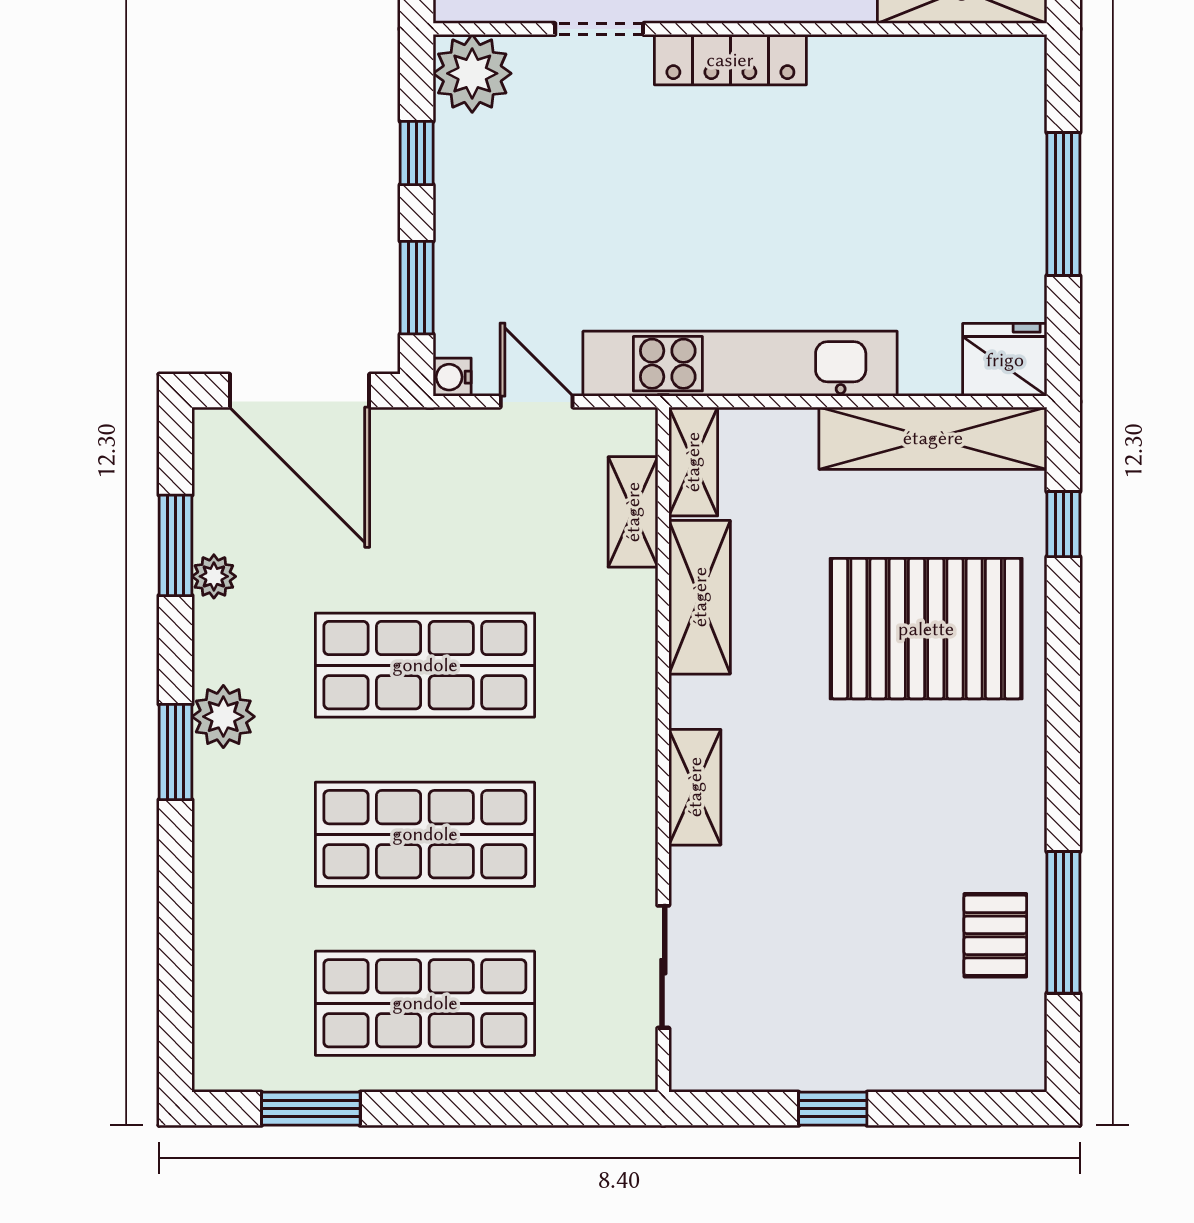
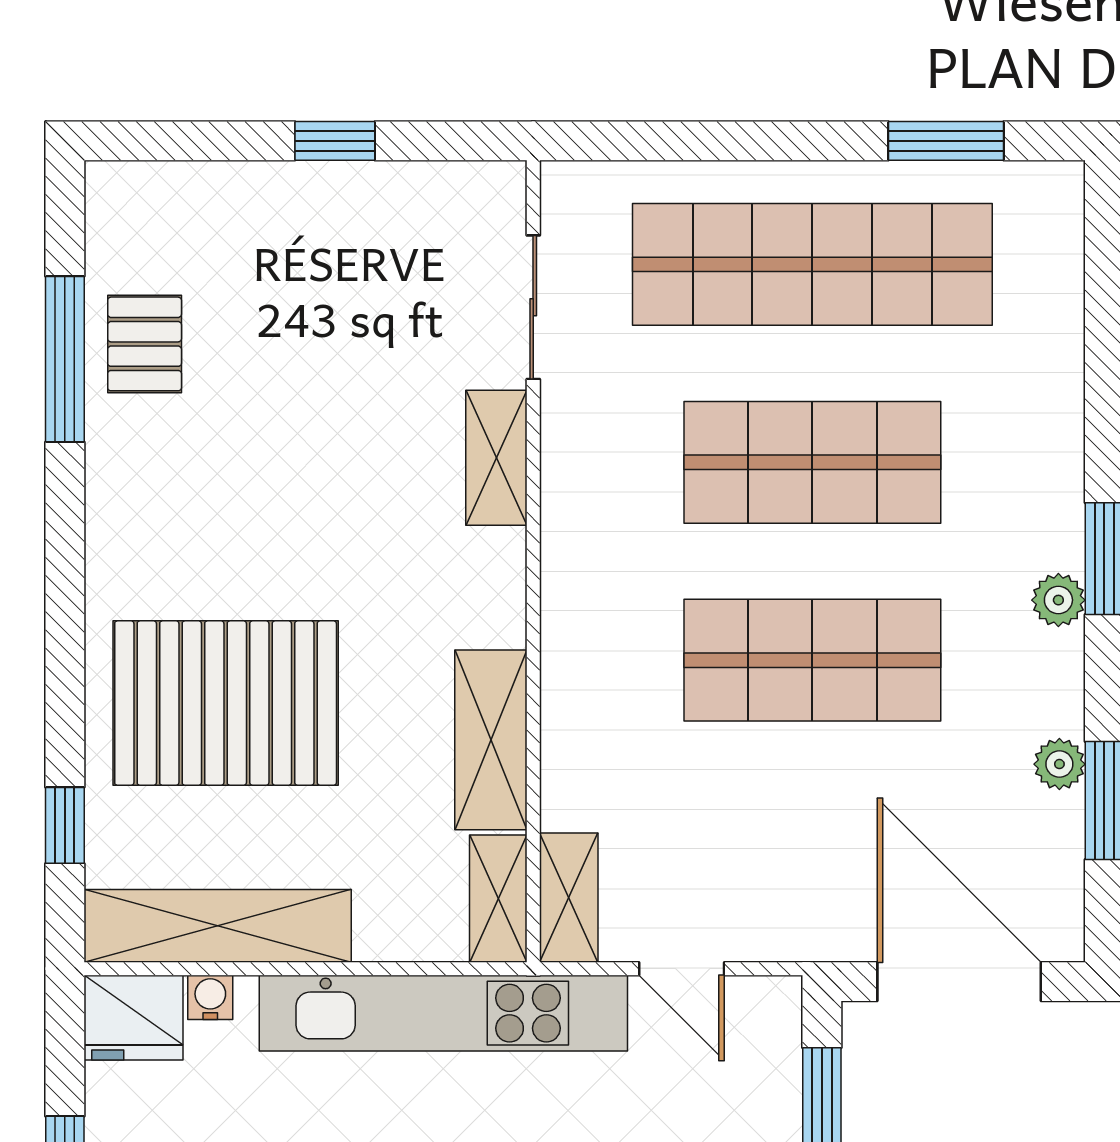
water cooler: (452, 377) -> (210, 997), moved, turned -90
shelving: (633, 512) -> (569, 898), moved
plant: (223, 717) -> (1058, 600), width x0.73, depth x0.73
shelving: (695, 787) -> (496, 458), moved
shop shelf: (425, 1003) -> (812, 264), width x1.40

